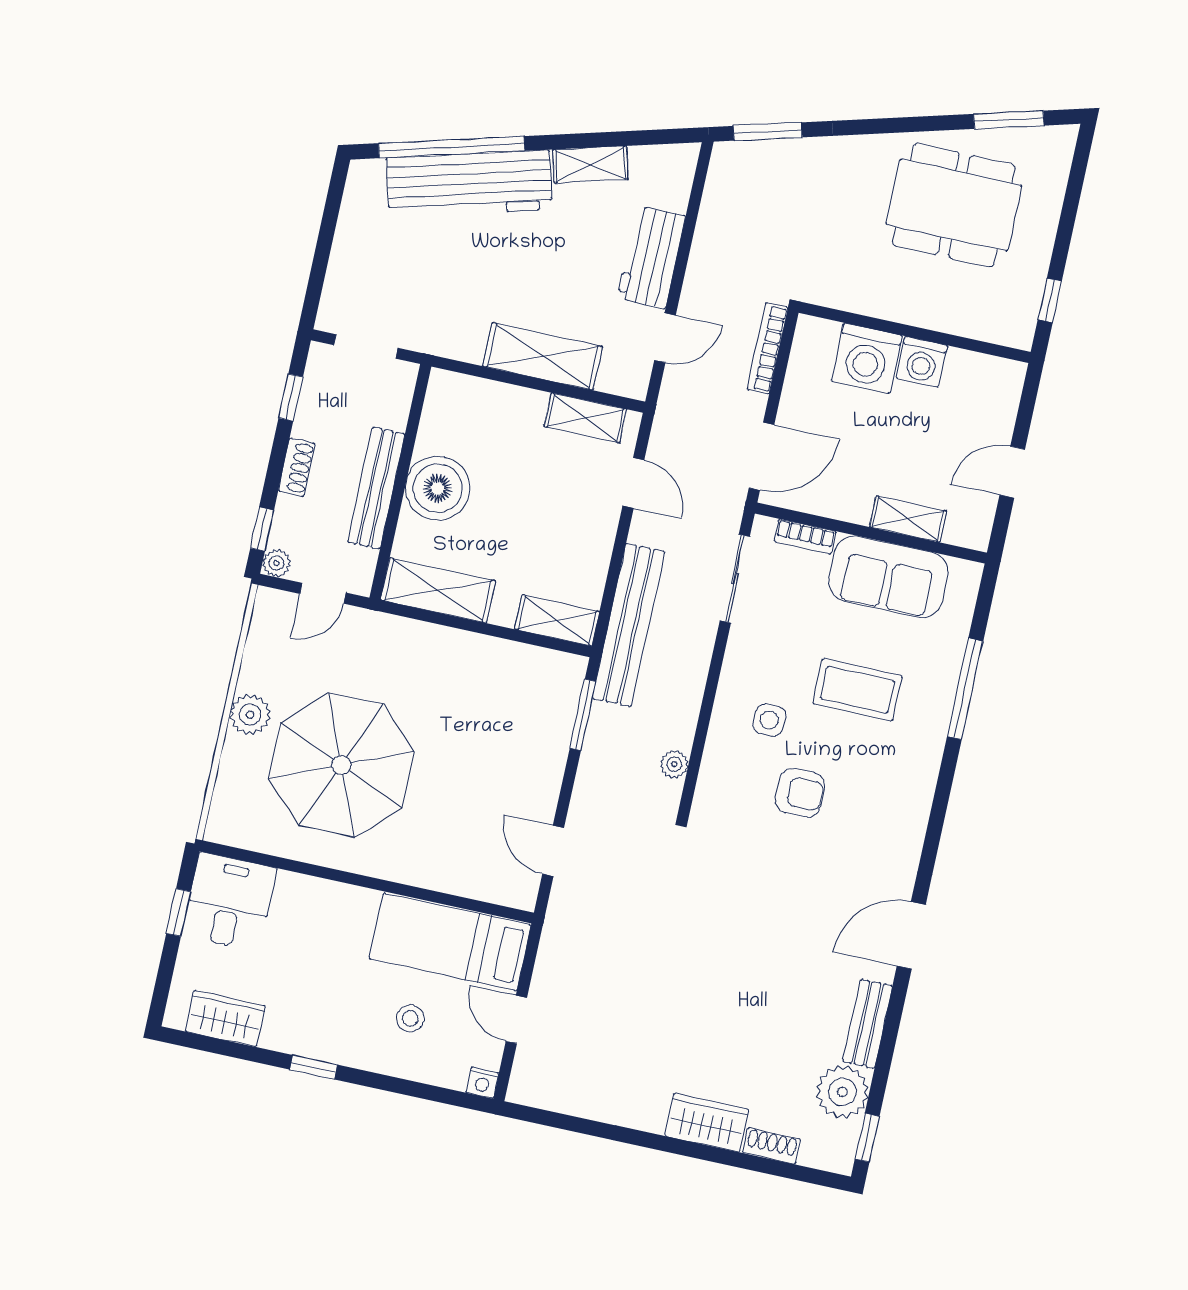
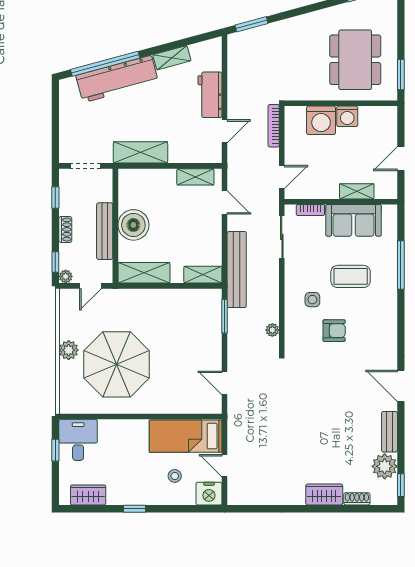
dining table: (954, 205) -> (355, 60), moved, turned 90
window: (1050, 300) -> (401, 75), width x1.50
shelving: (543, 356) -> (140, 152), moved
door: (761, 456) -> (282, 177), width x0.73
door: (911, 935) -> (401, 386), hinge flipped
nightstand: (482, 1083) -> (209, 494), width x1.89, depth x1.79

